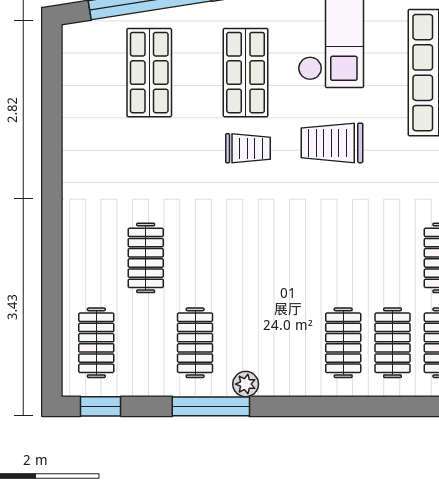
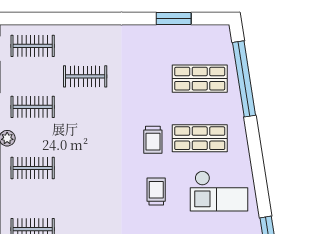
window: (52, 115) -> (174, 18), added
trolley: (332, 143) -> (156, 192), width x0.73, depth x0.72
clothes rail: (343, 343) -> (33, 168), moved

